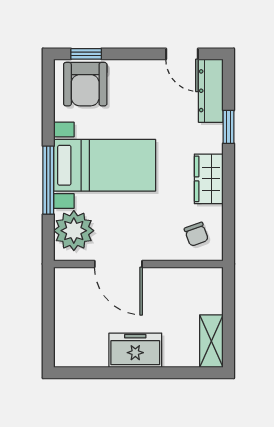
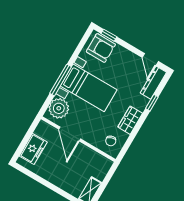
armchair: (85, 84) -> (101, 48), turned -90
freezer: (135, 350) -> (33, 149), moved, turned 90

